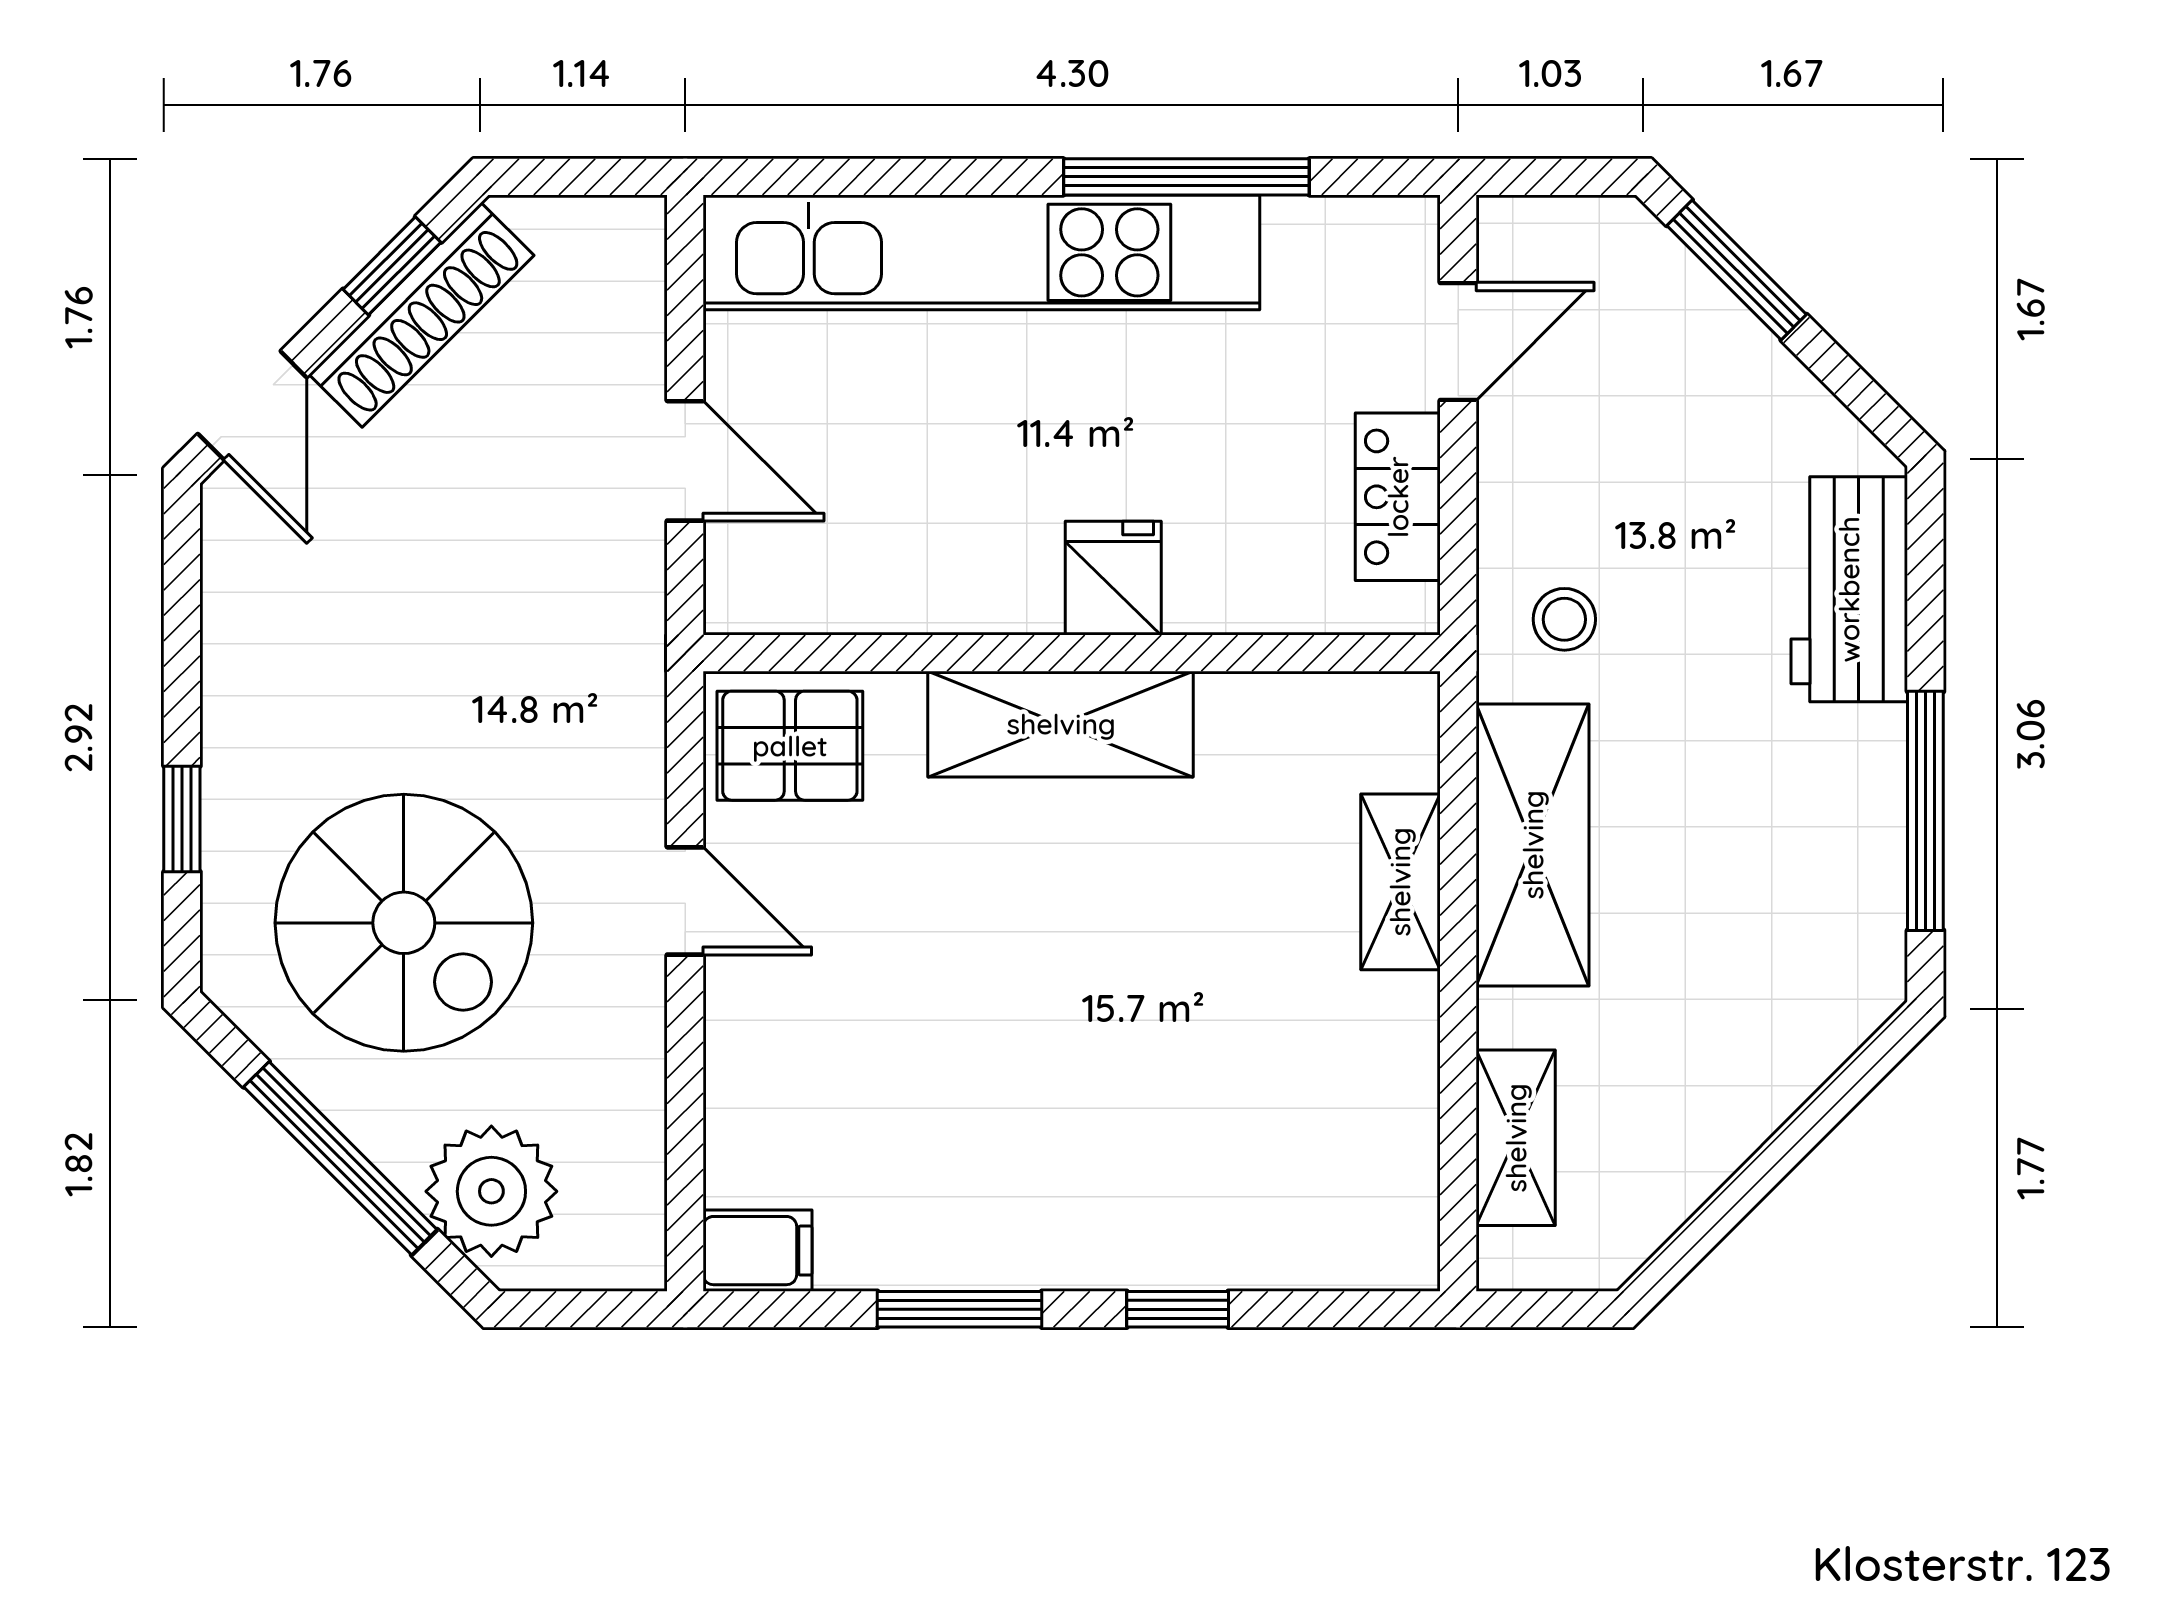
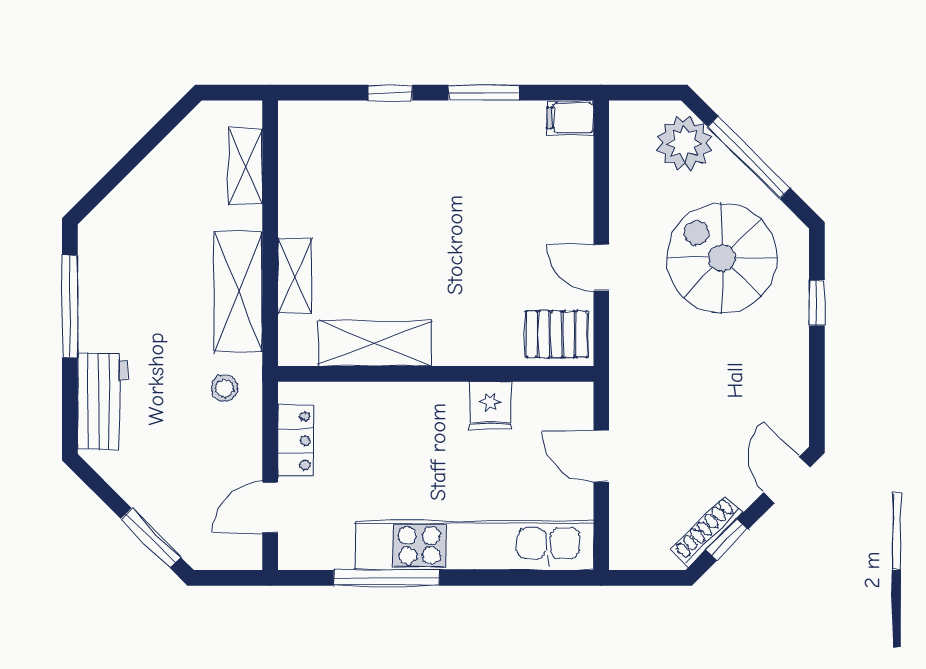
shoe rack: (421, 315) -> (707, 531), width x0.74, depth x0.81
fridge: (1113, 578) -> (490, 406), moved
shelving: (1061, 724) -> (375, 343), moved

